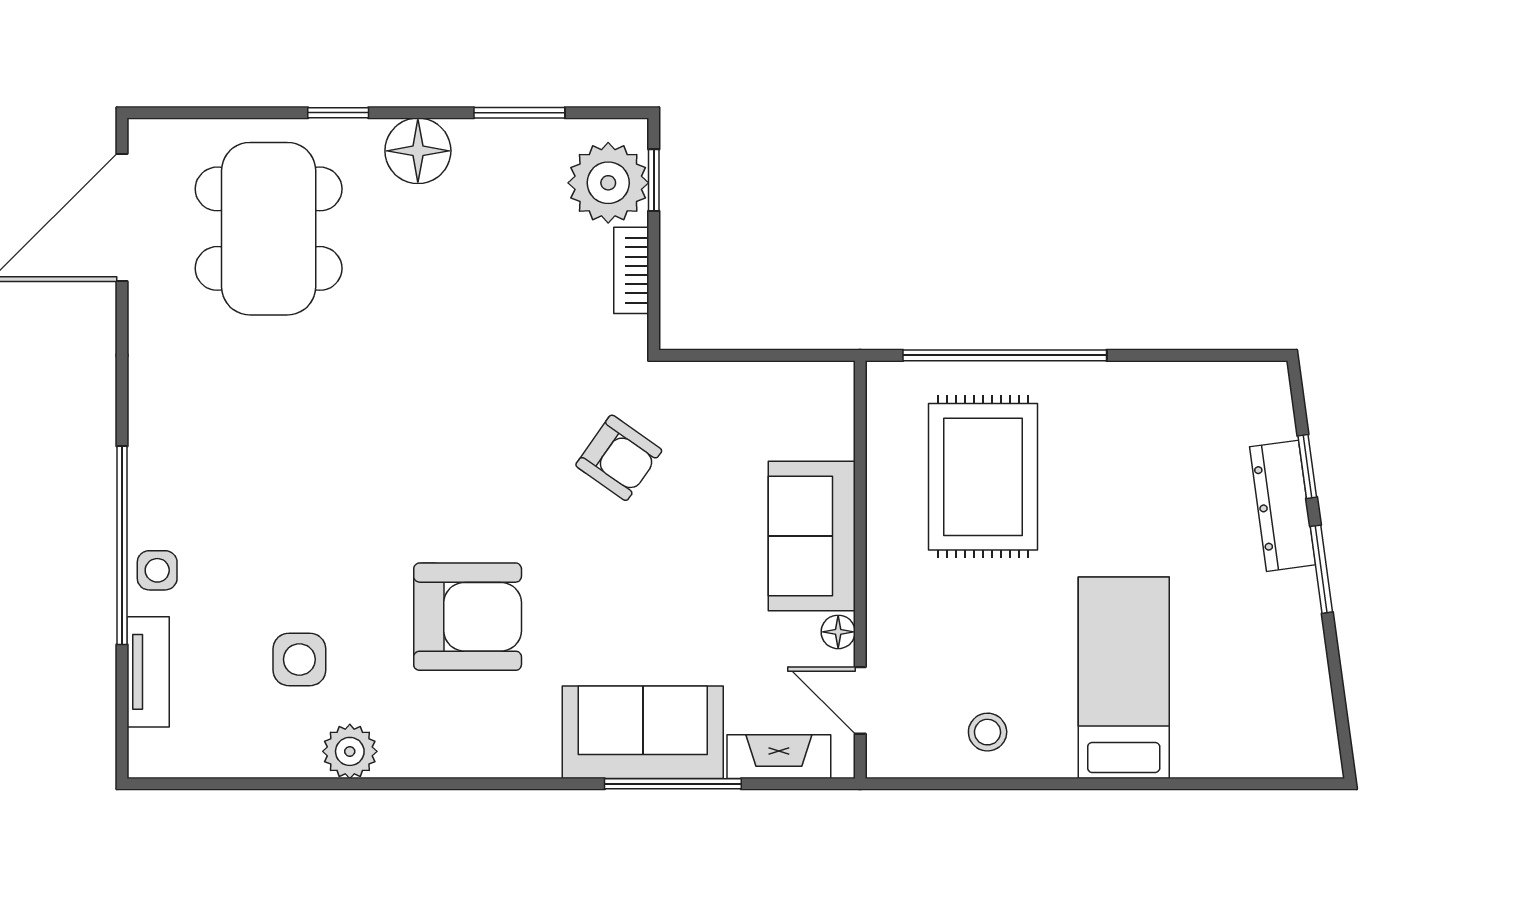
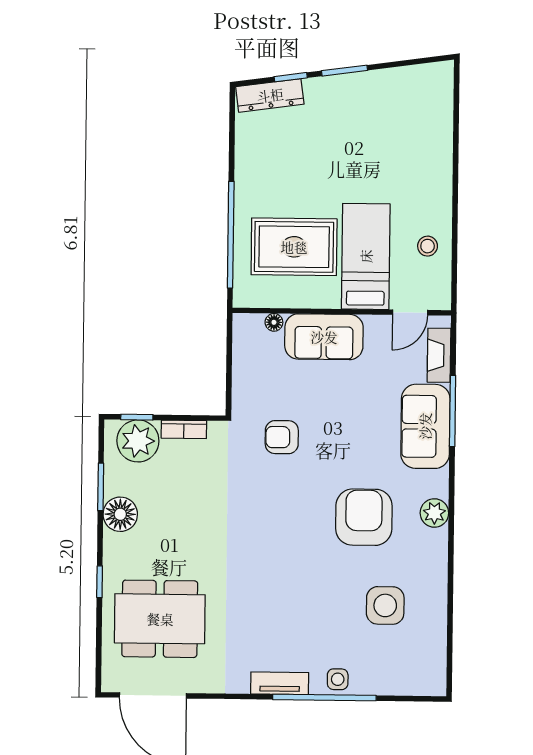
floor lamp: (418, 151) -> (120, 514), moved
armchair: (619, 458) -> (282, 437), turned -125
dresser: (1283, 506) -> (270, 95), moved
floor lamp: (838, 632) -> (274, 322), moved
side table: (299, 659) -> (385, 605), width x1.37, depth x1.37
tv unit: (148, 672) -> (280, 683), moved
bed: (1124, 678) -> (366, 256), moved, turned 90
plant: (350, 751) -> (434, 513), moved

